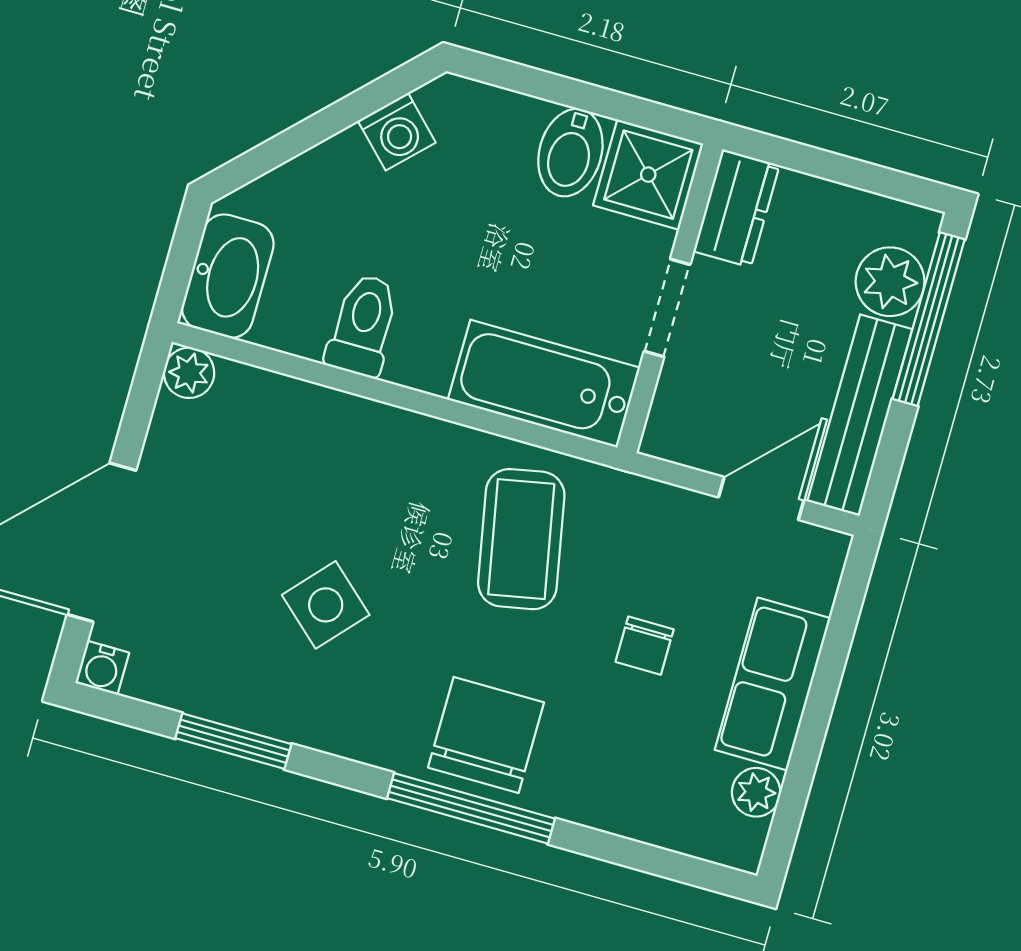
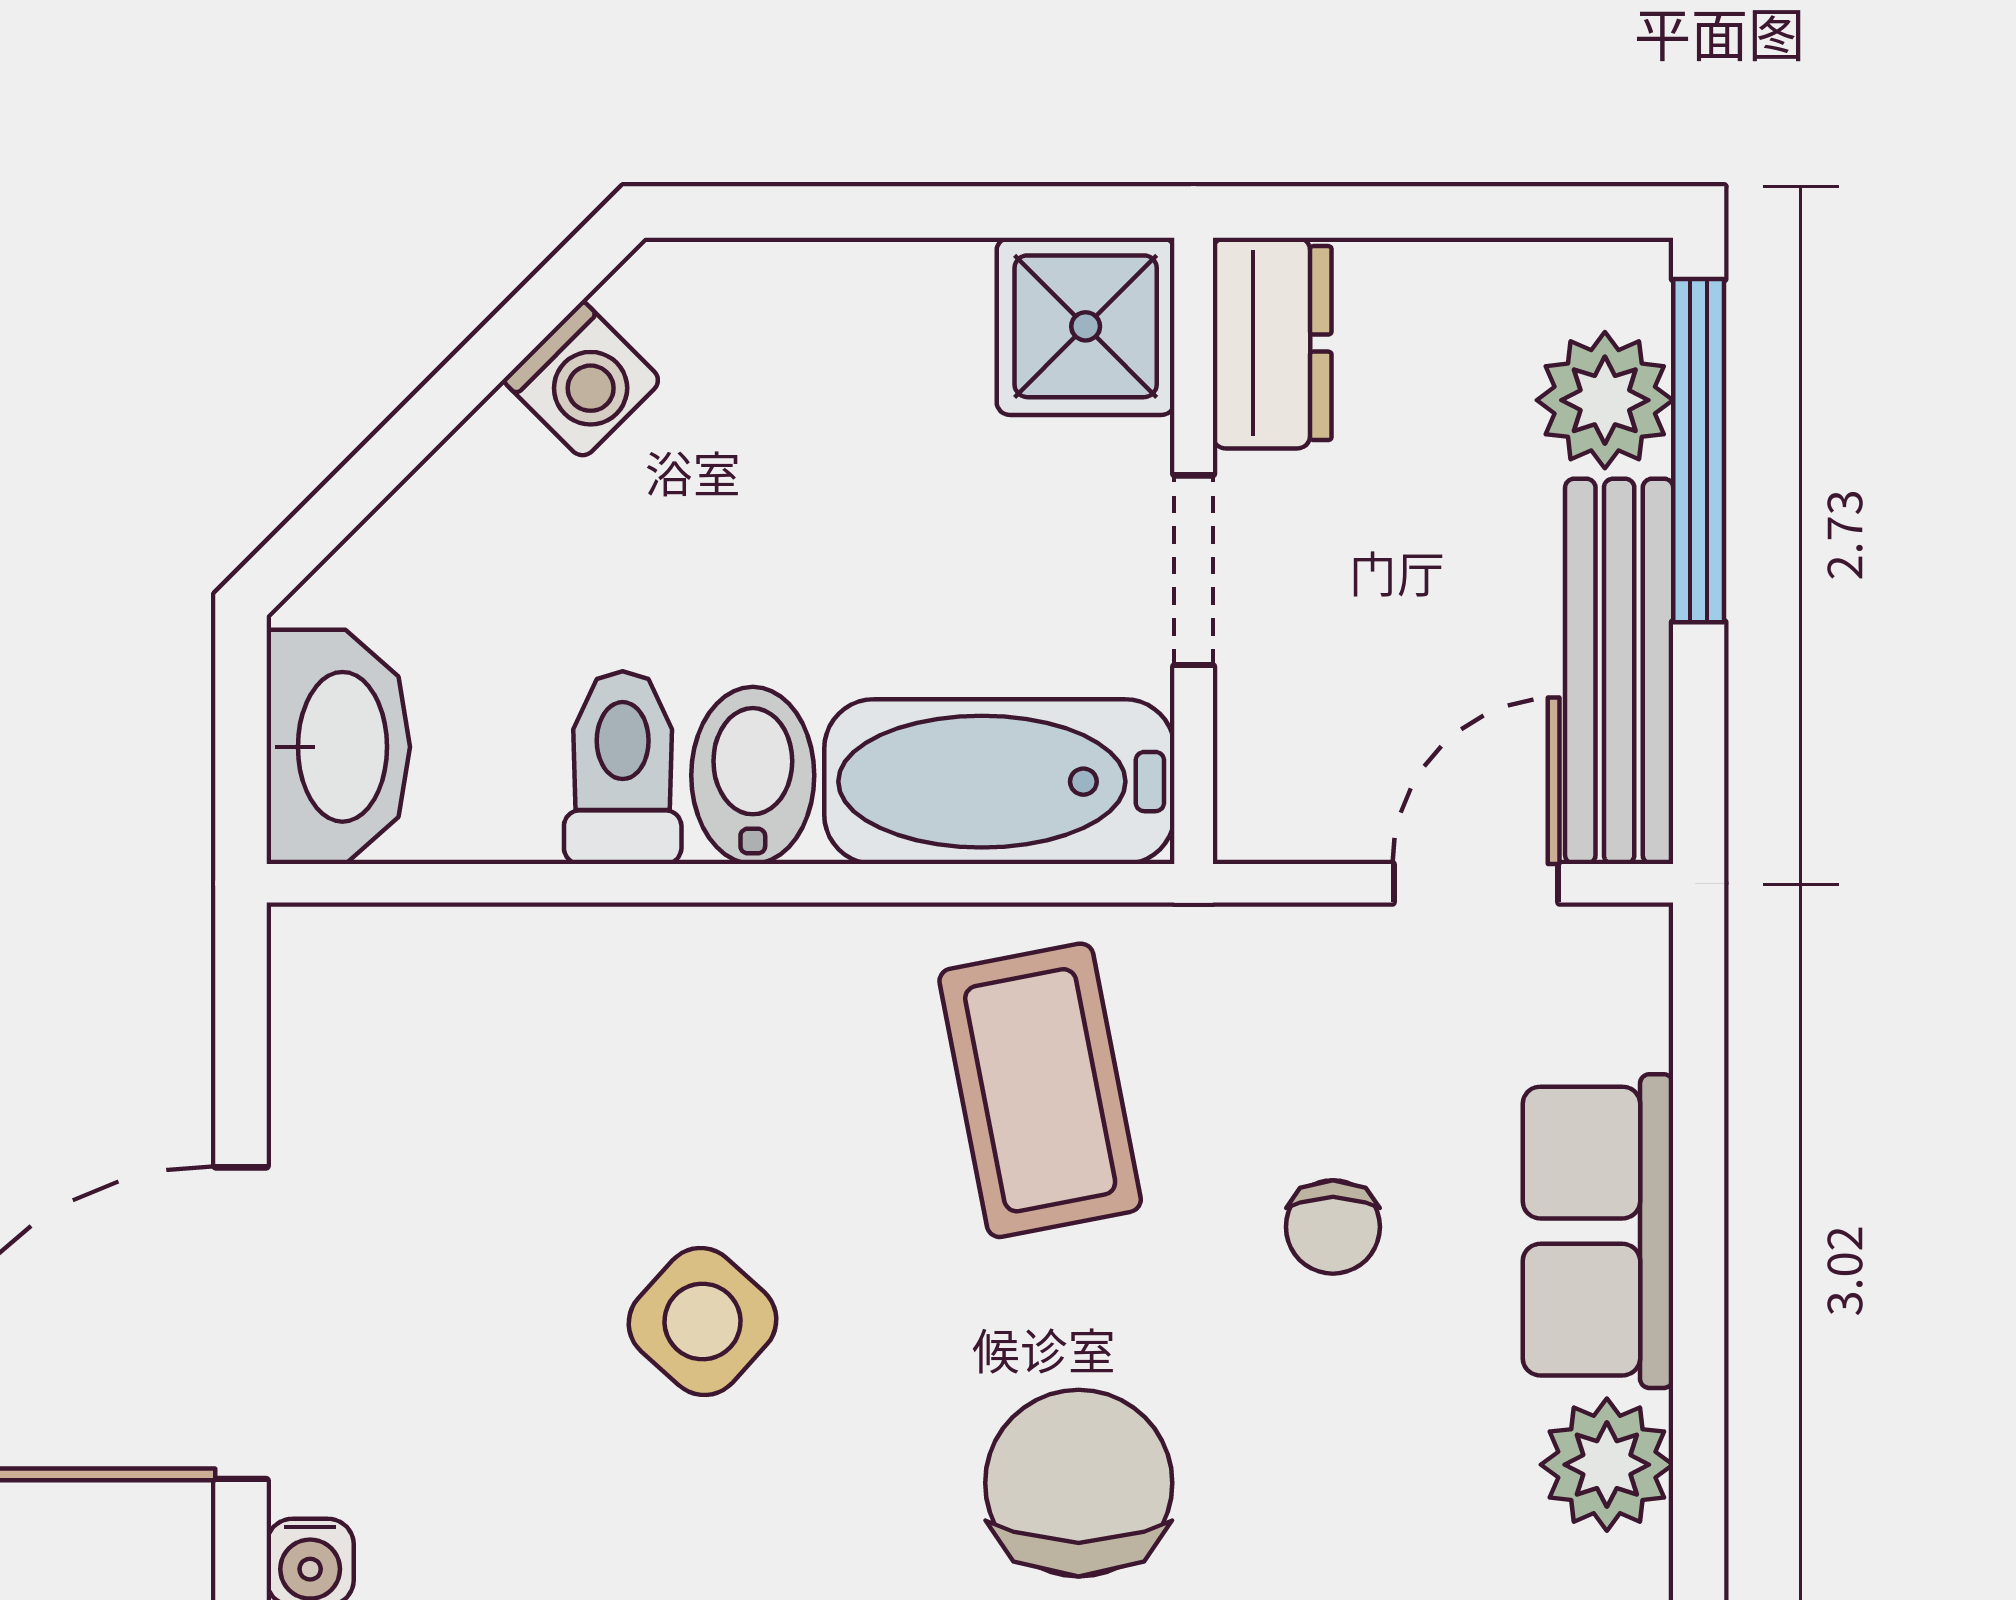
bidet: (570, 153) -> (753, 775), moved, turned 180
plant: (189, 373) -> (316, 952), removed
plant: (756, 792) -> (1607, 1465), width x1.38, depth x1.38

